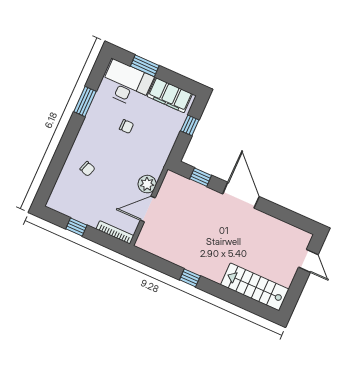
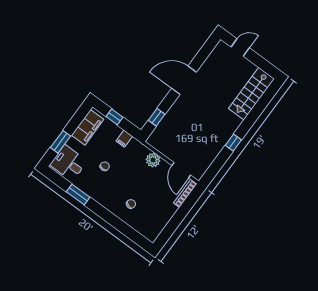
desk: (127, 84) -> (69, 163), width x0.73
filing cabinet: (166, 143) -> (124, 139), added
door: (241, 195) -> (184, 80), moved
door: (148, 209) -> (181, 170), moved
window: (76, 227) -> (174, 222), removed

